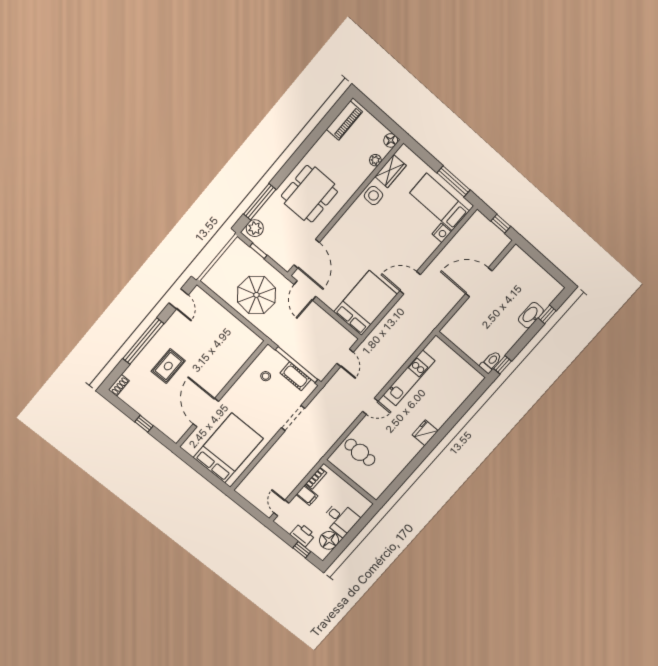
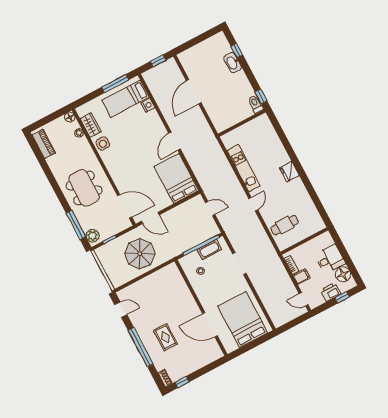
window: (144, 424) -> (182, 382), moved

